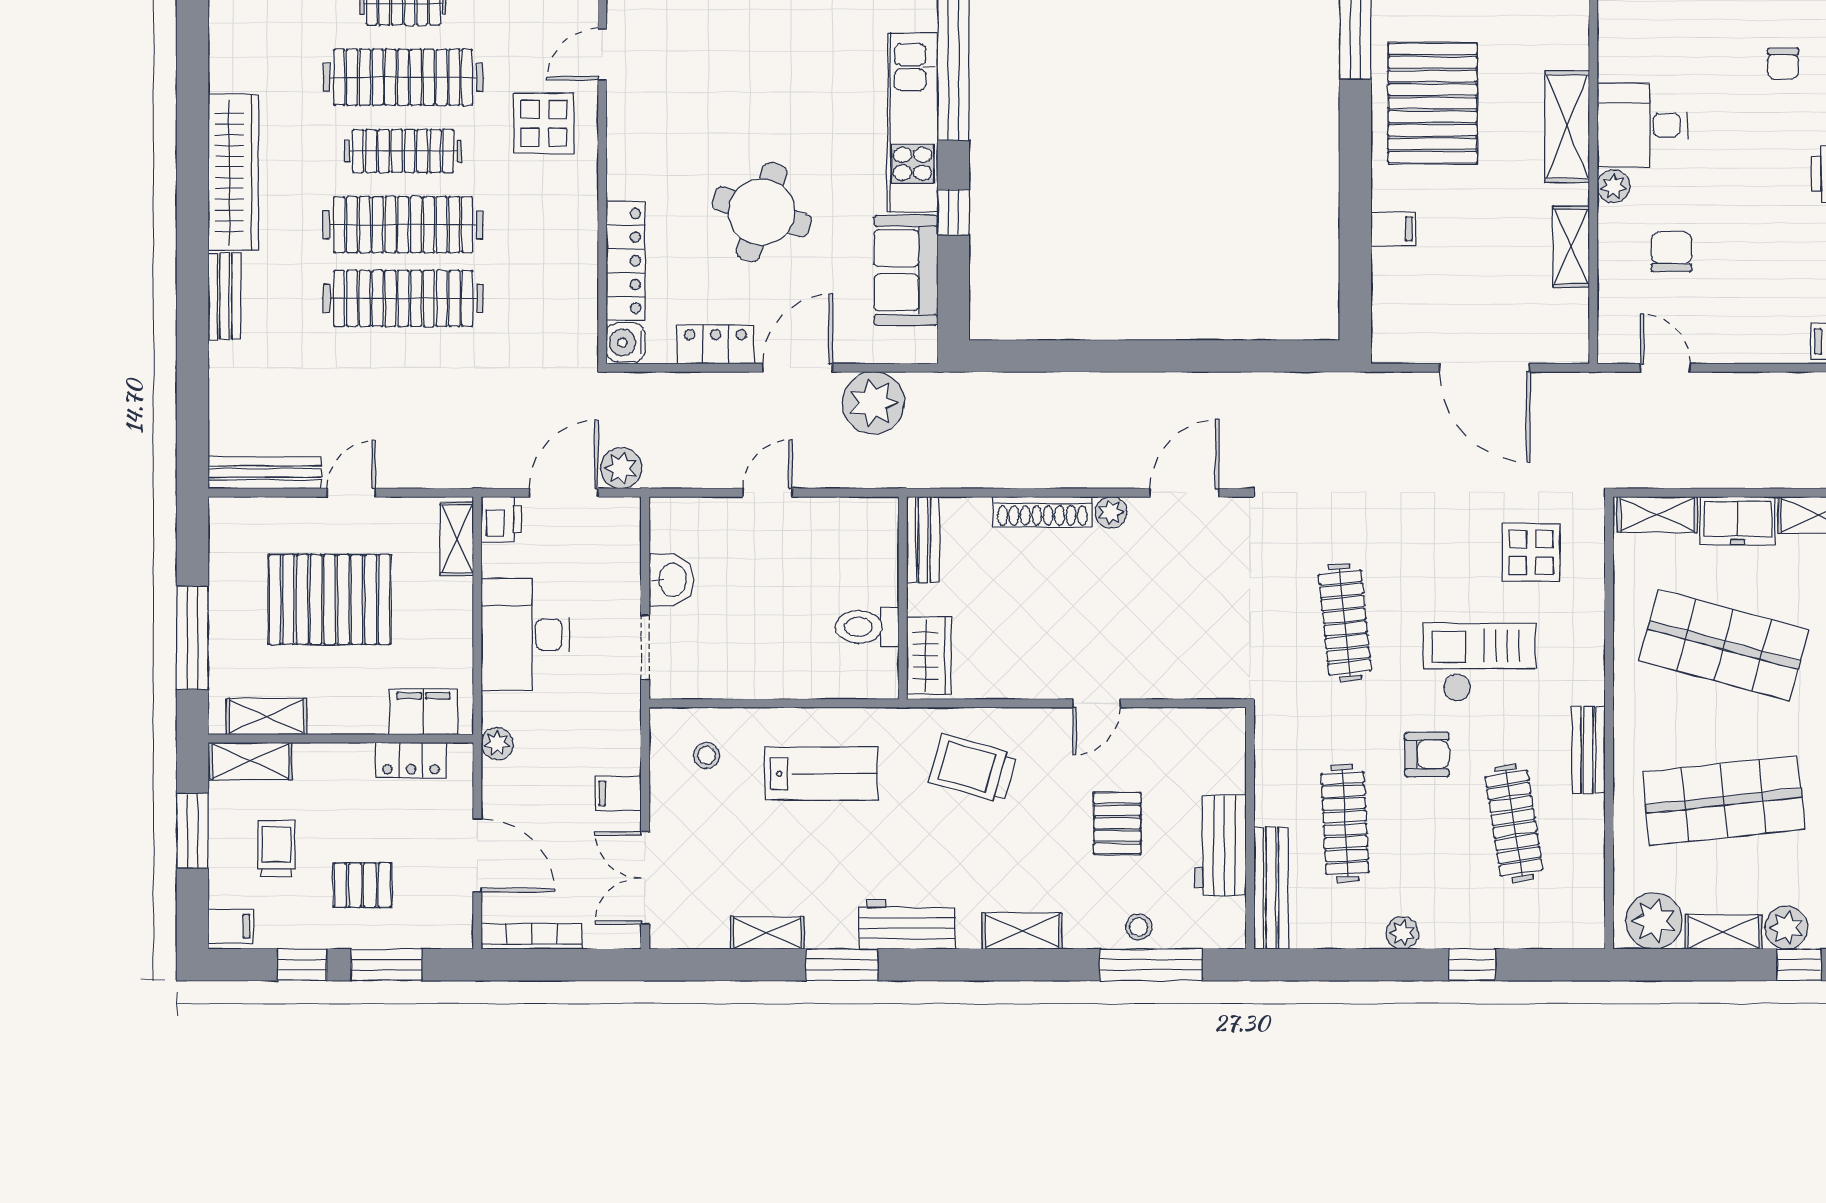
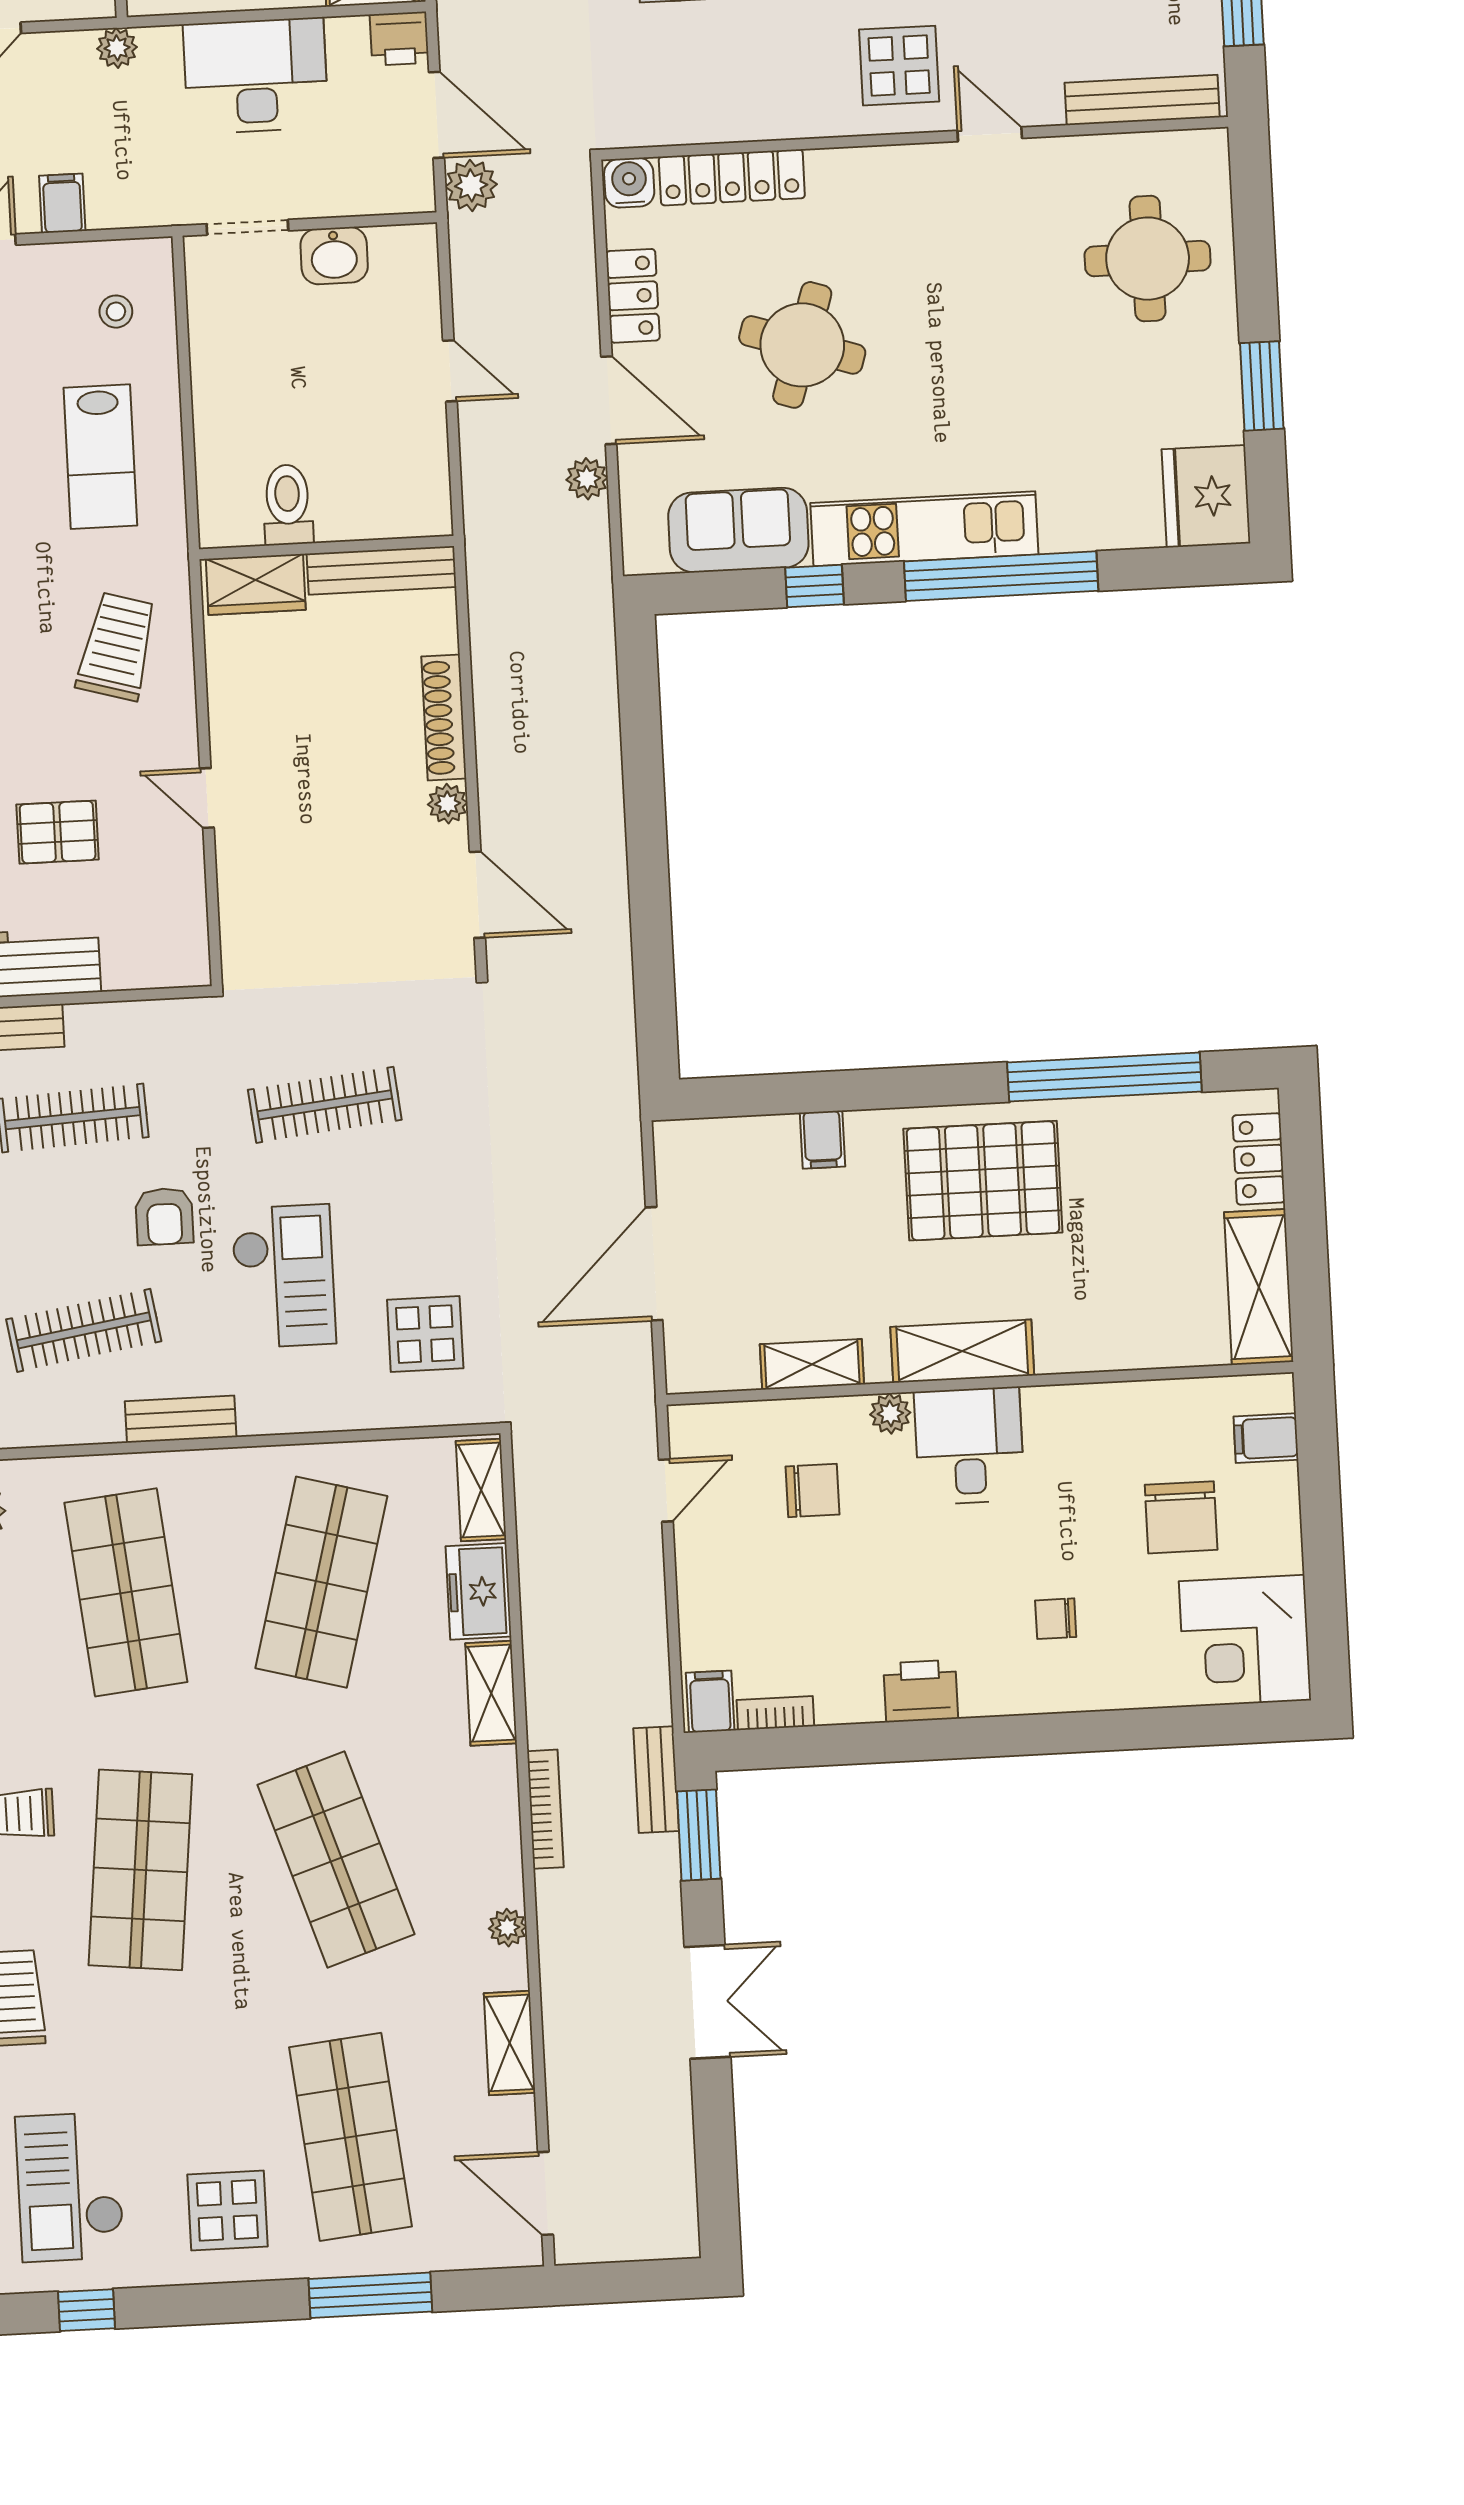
plant: (873, 403) -> (587, 479), width x0.53, depth x0.53
bench: (923, 540) -> (381, 570), width x1.36

